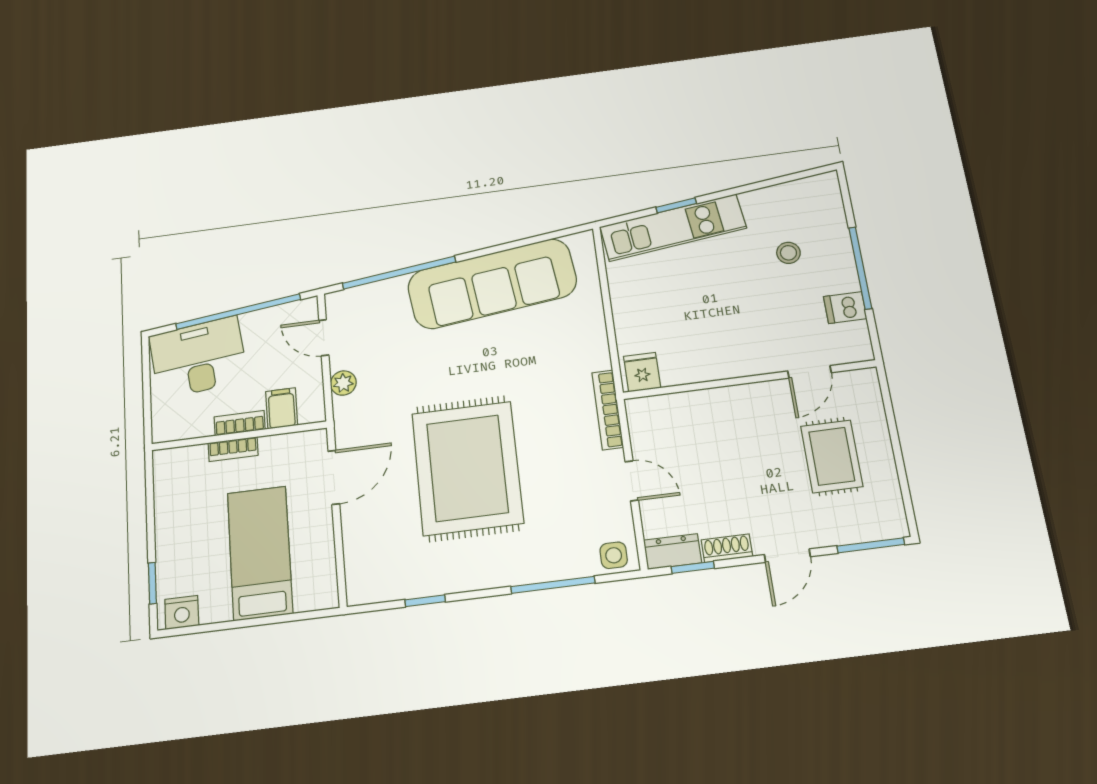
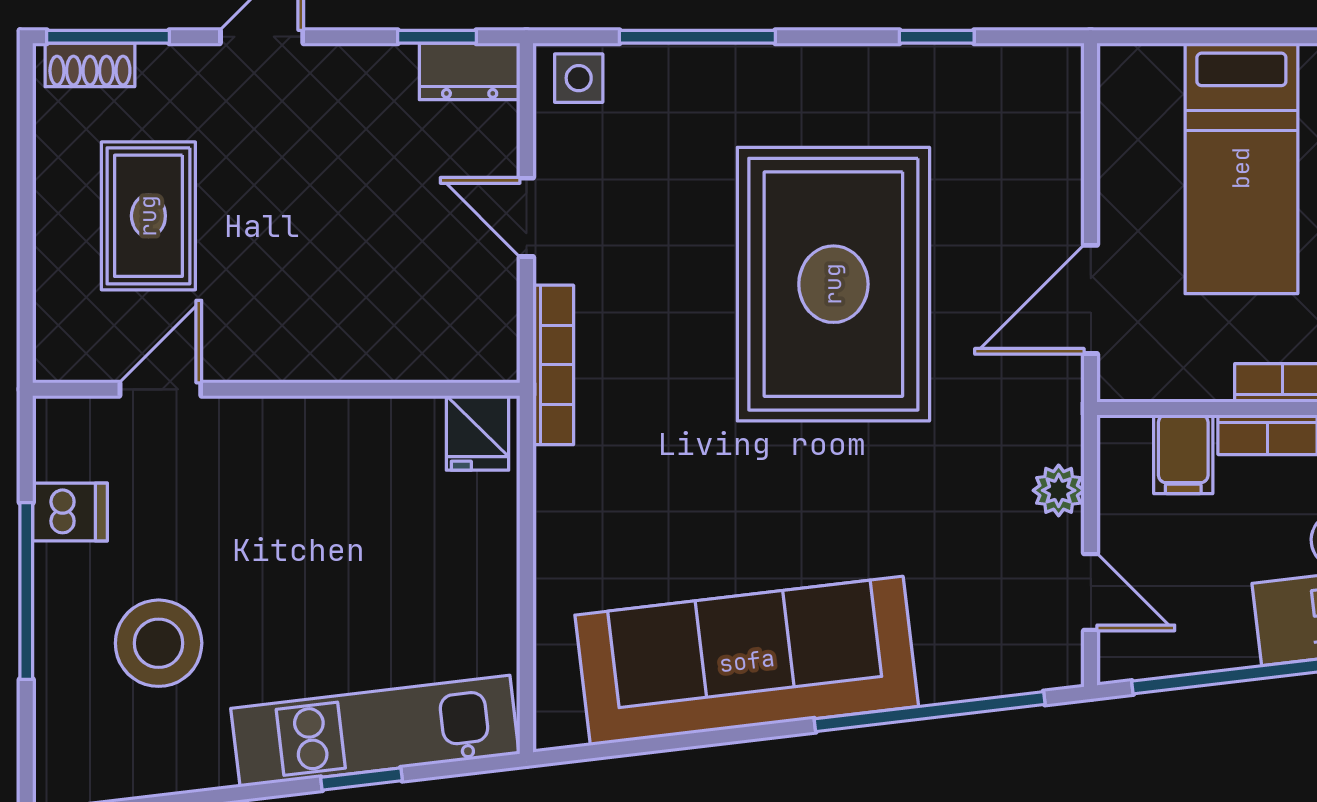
stool: (788, 253) -> (159, 643), width x1.89, depth x1.89
shoe rack: (727, 548) -> (90, 65), moved

